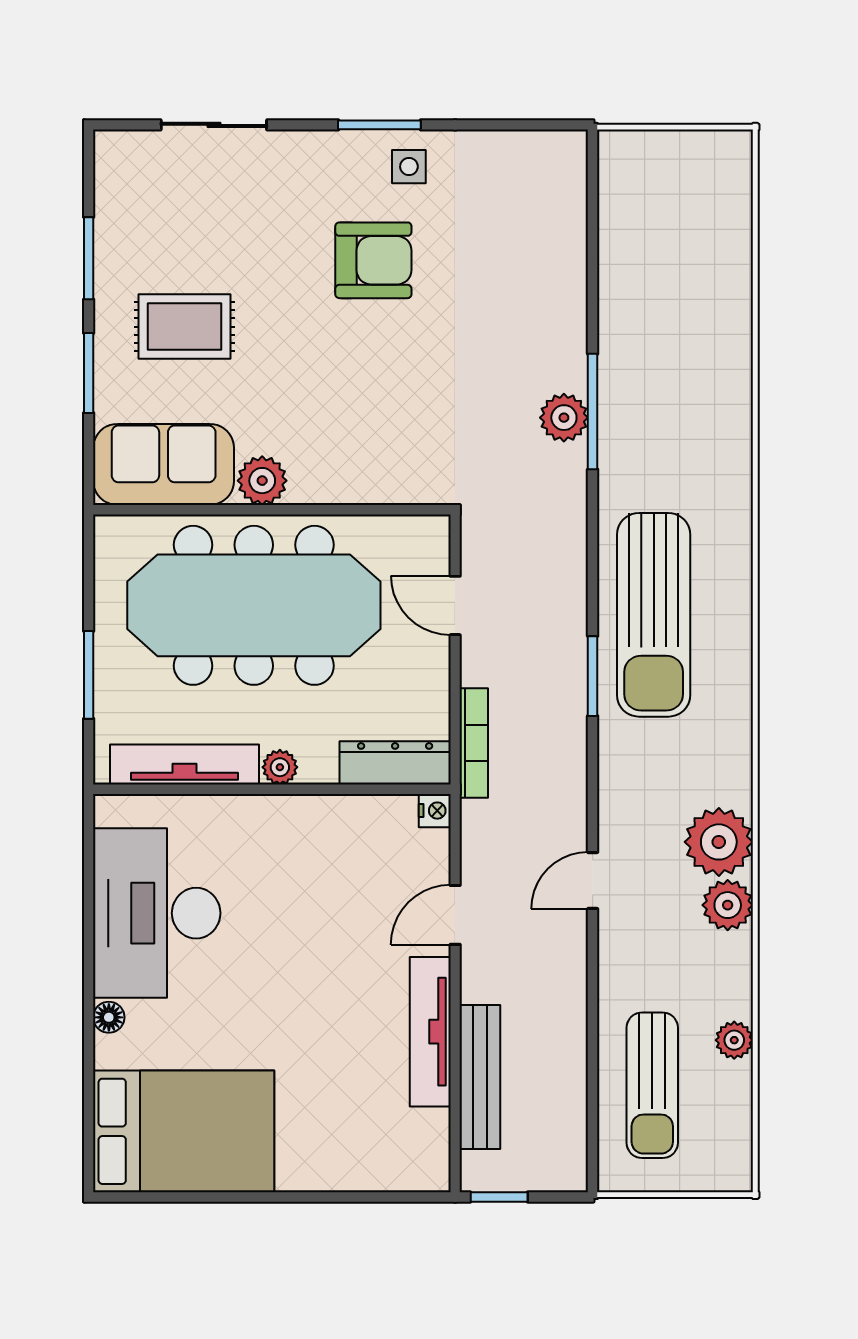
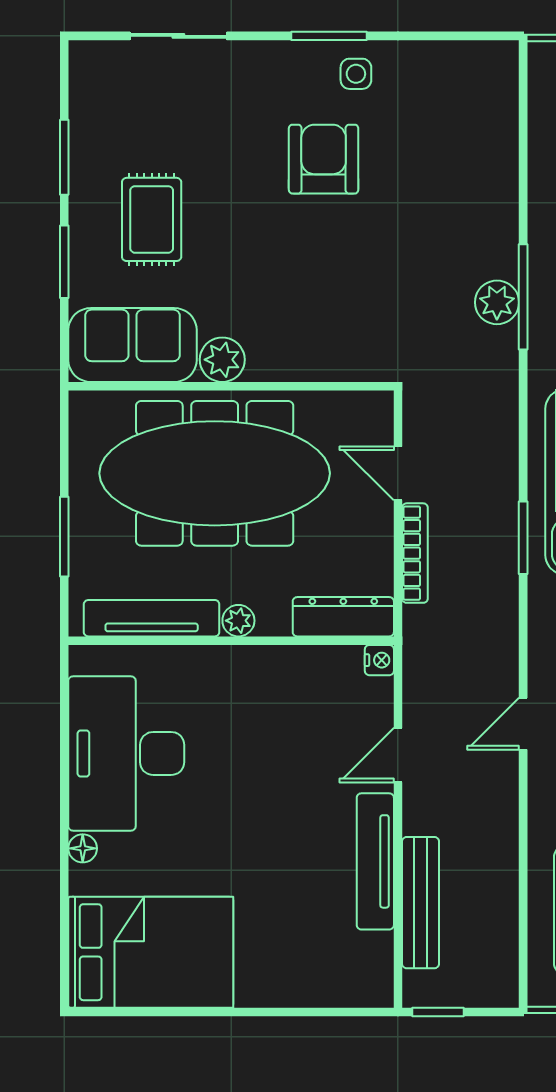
armchair: (373, 260) -> (324, 159), turned -90
rug: (185, 327) -> (152, 219), turned 90
bookcase: (474, 743) -> (415, 553), moved

